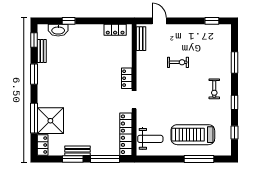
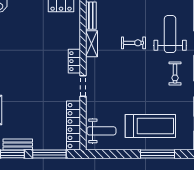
weight bench: (210, 55) -> (170, 34), added
shelving: (142, 63) -> (92, 44), added
treadmill: (193, 135) -> (150, 126), turned 180

